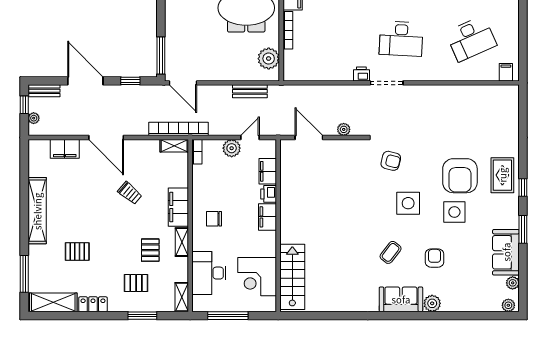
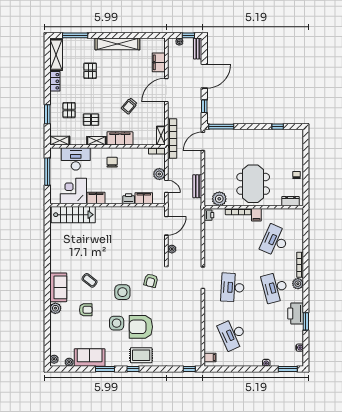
printer: (361, 74) -> (209, 215), moved
window: (523, 103) -> (189, 369), added
filing cabinet: (267, 217) -> (96, 198), moved

